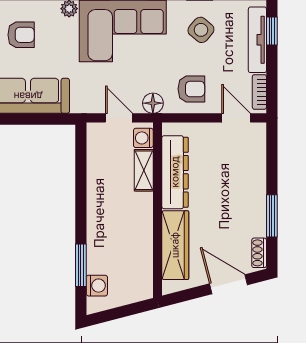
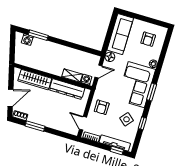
floor lamp: (153, 103) -> (110, 57), moved
door: (236, 118) -> (83, 123), swing flipped

